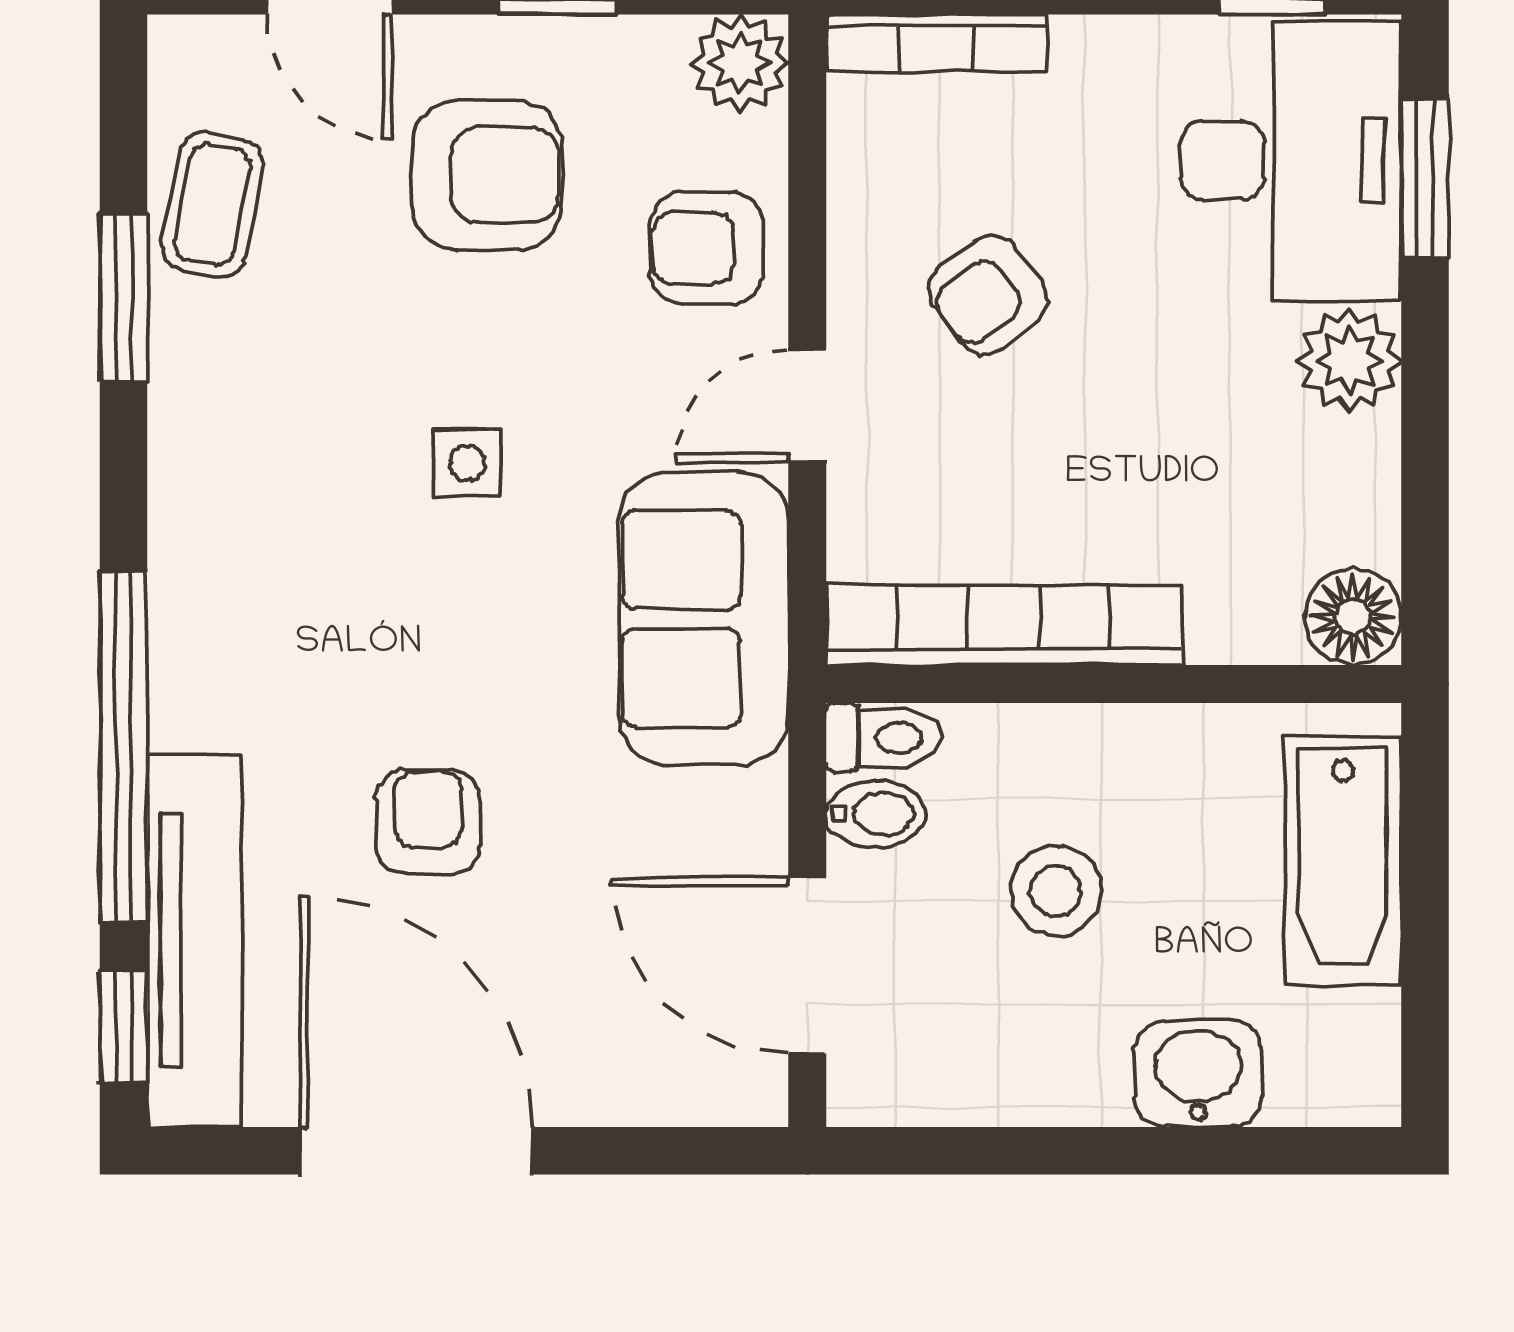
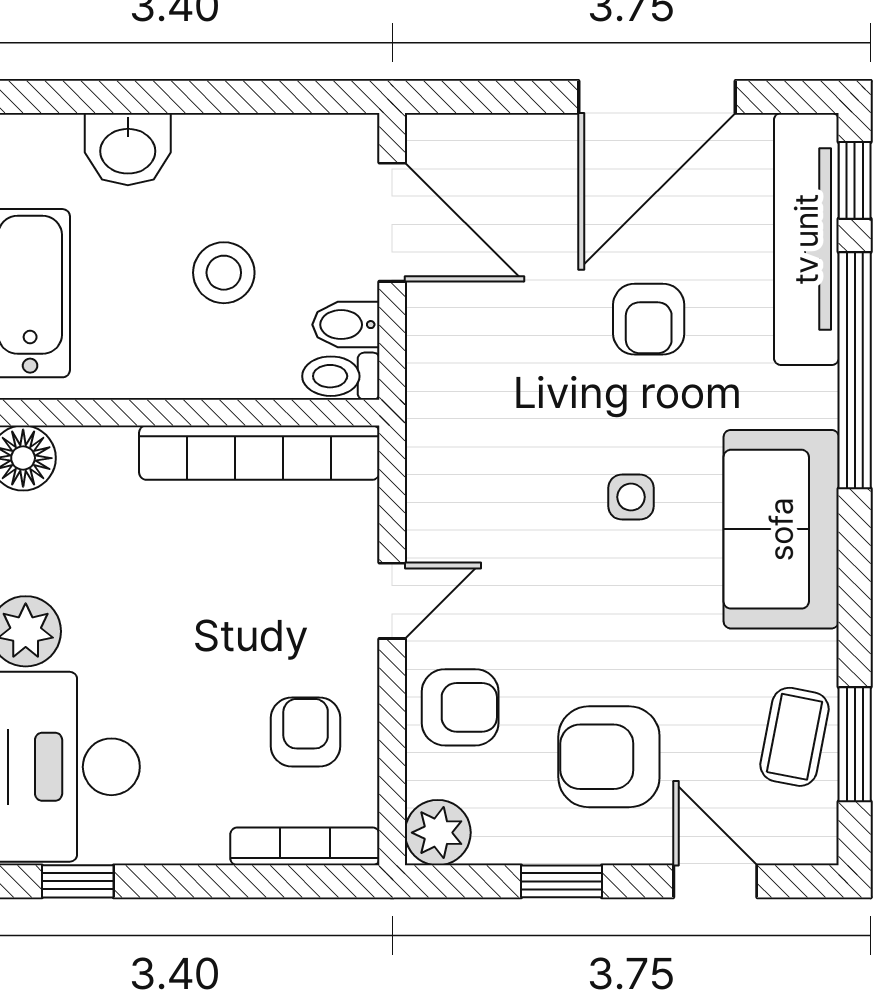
armchair: (988, 295) -> (306, 732), moved, turned -53
window: (124, 297) -> (855, 744), moved
side table: (467, 463) -> (631, 497), moved
sofa: (703, 619) -> (781, 529), moved, turned 180
door: (416, 1151) -> (657, 97), hinge flipped

